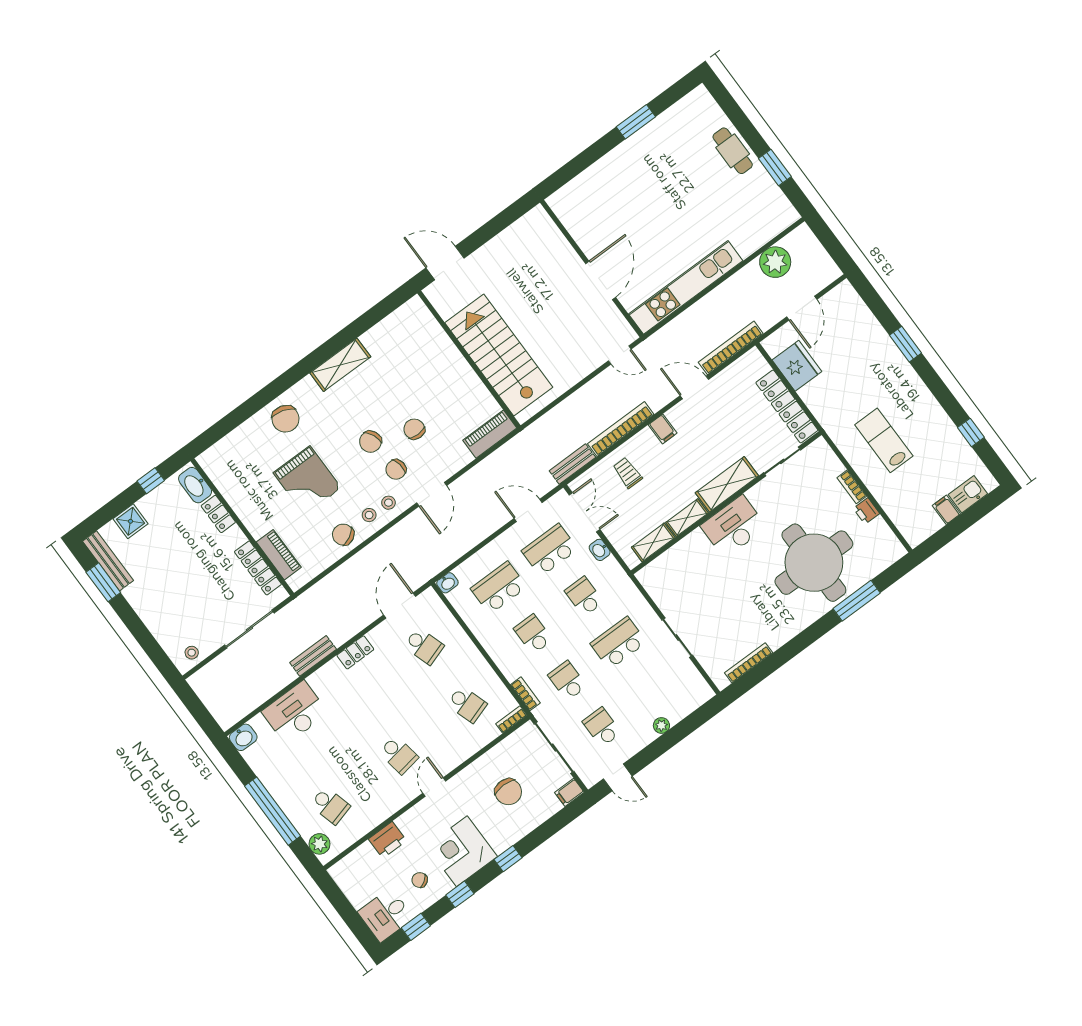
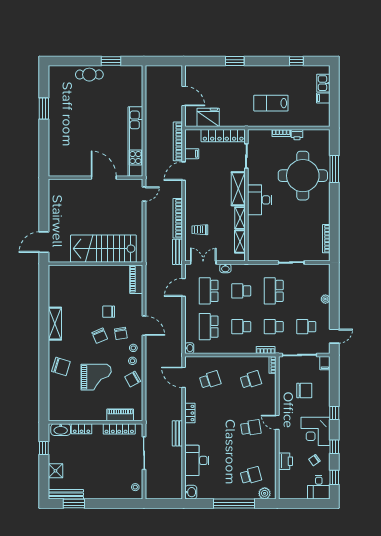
plant: (775, 262) -> (154, 93), removed
filing cabinet: (663, 429) -> (192, 154), moved

